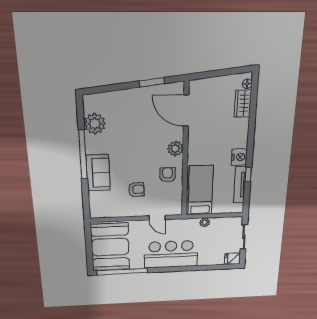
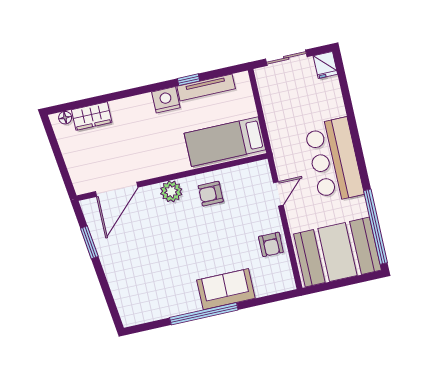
plant: (95, 124) -> (158, 305), removed
armchair: (136, 189) -> (271, 244), moved, turned 180
plant: (205, 222) -> (273, 123), removed

